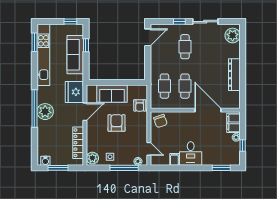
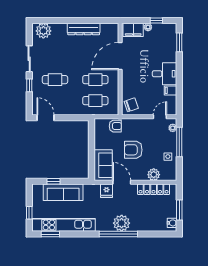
window: (70, 22) -> (29, 213), moved
fridge: (74, 92) -> (107, 191), width x0.53, depth x0.75
sofa: (112, 94) -> (103, 165), moved
plant: (92, 158) -> (154, 175), moved

